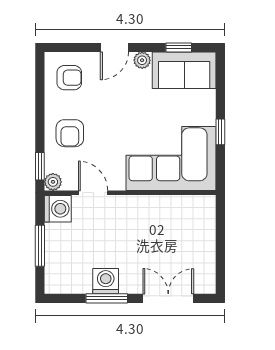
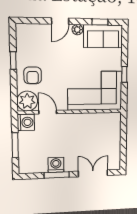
armchair: (69, 78) -> (32, 40), removed
window: (40, 166) -> (13, 61), moved
plant: (53, 182) -> (27, 101), width x1.88, depth x1.88

